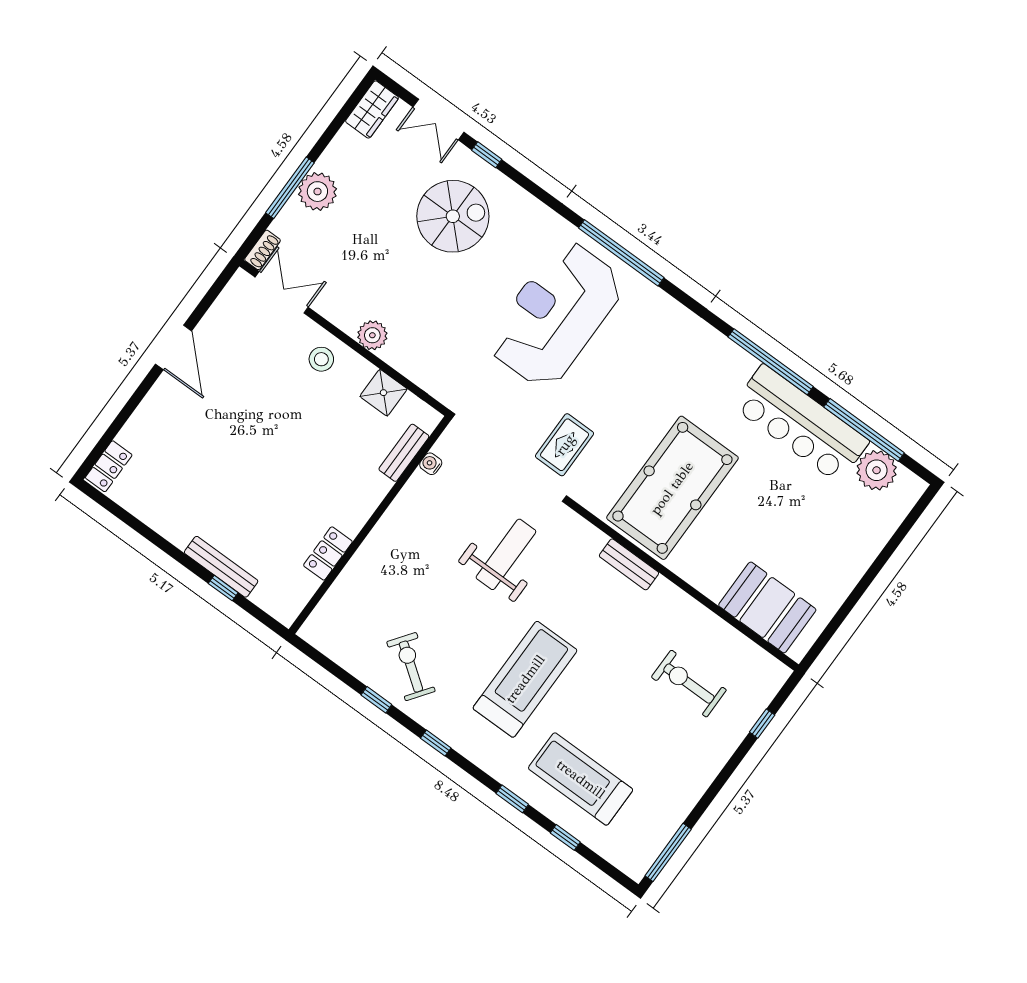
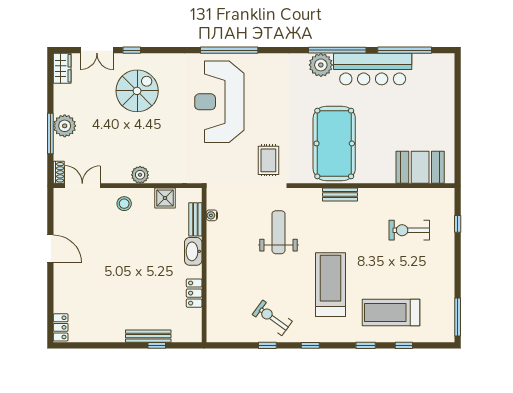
plant: (877, 470) -> (321, 65), moved
washbasin: (369, 495) -> (193, 251), added

